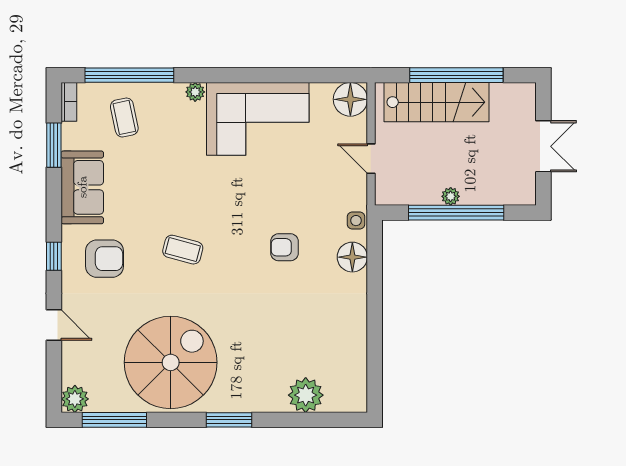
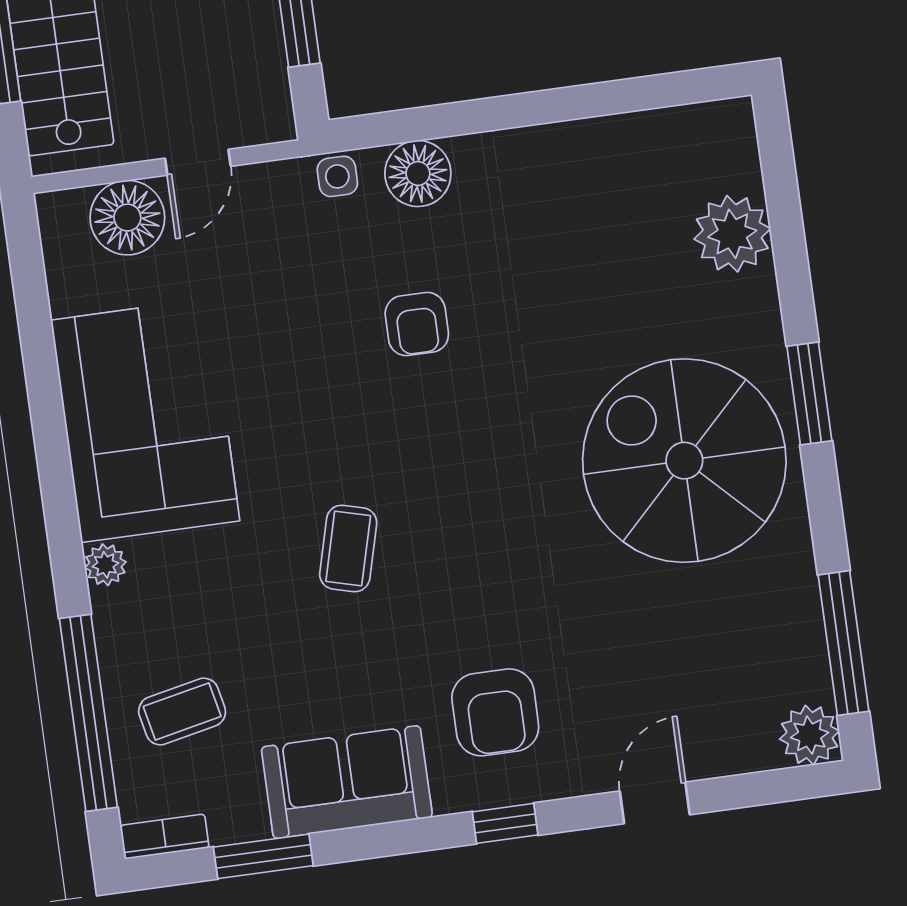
floor lamp: (350, 99) -> (127, 218), moved
coffee table: (183, 250) -> (348, 548), moved
armchair: (105, 259) -> (495, 712), turned 180
spiral stairs: (171, 362) -> (684, 461), moved

